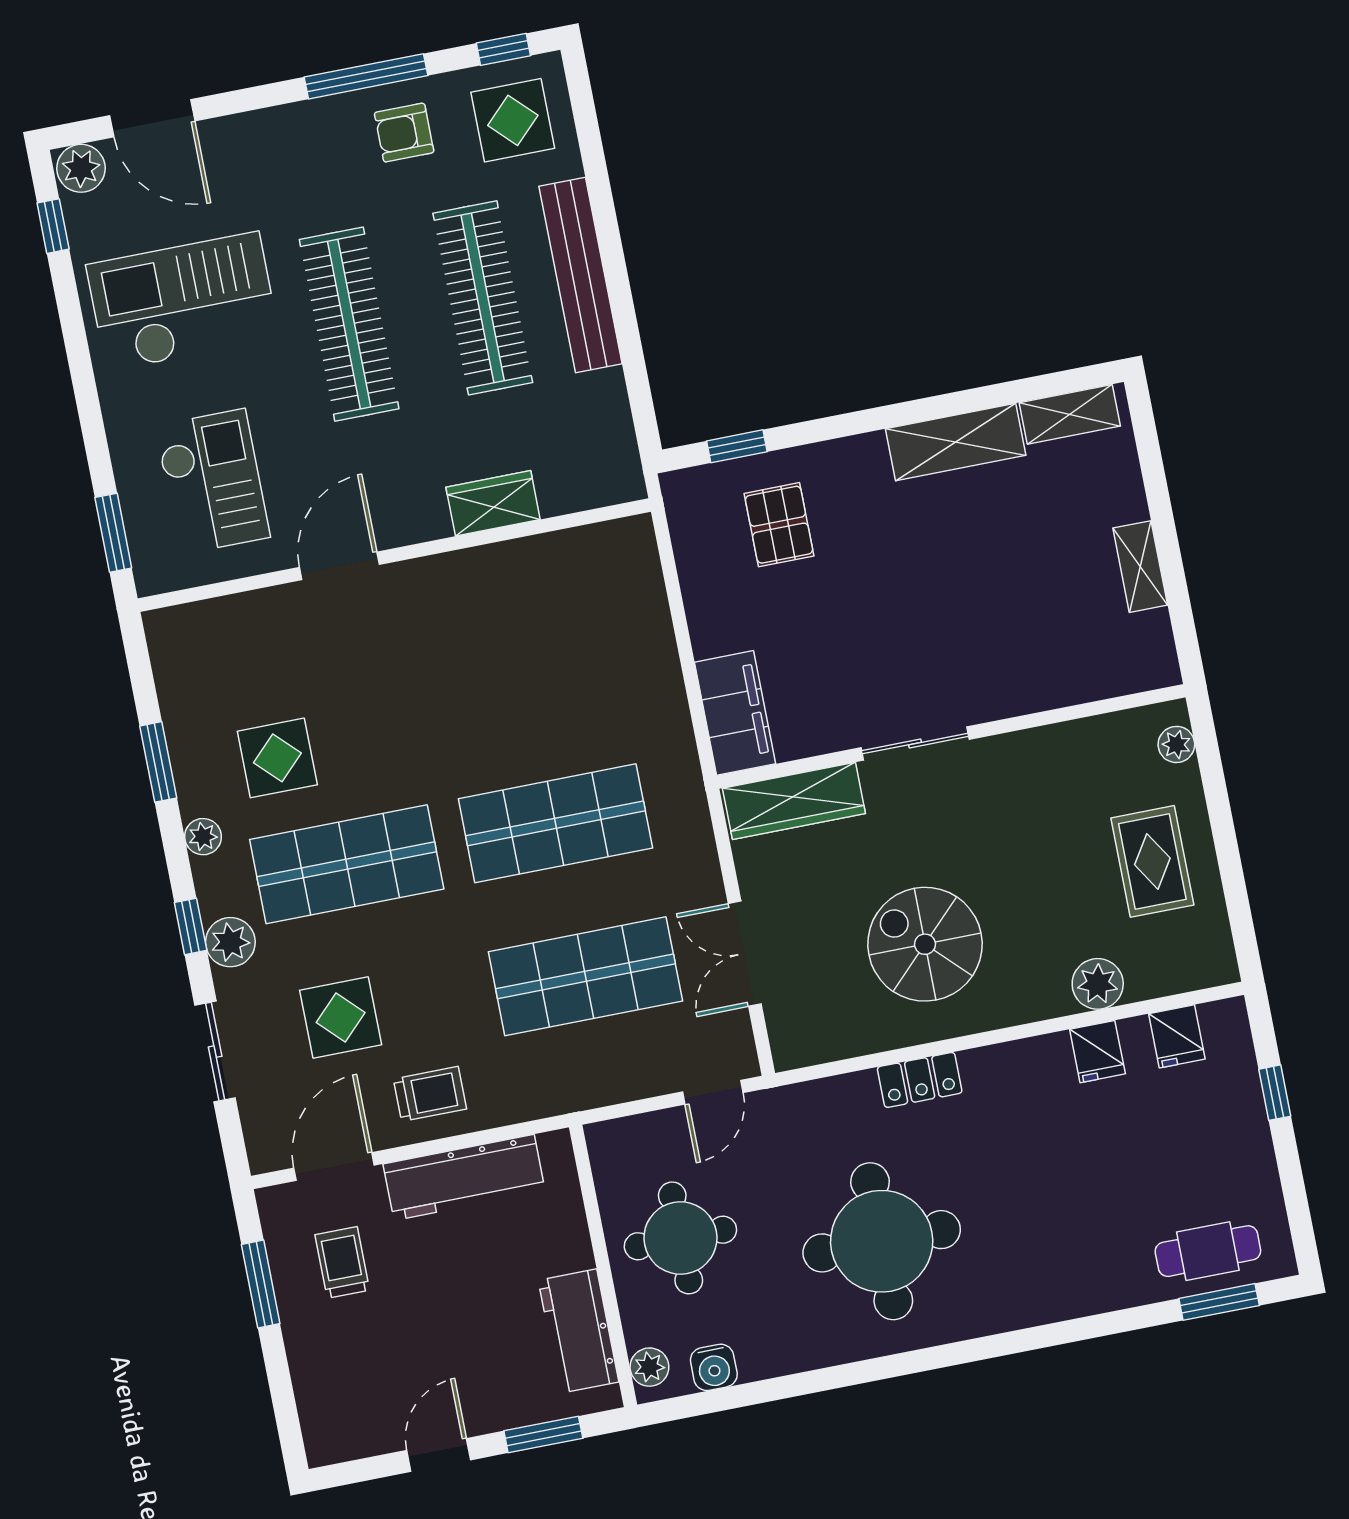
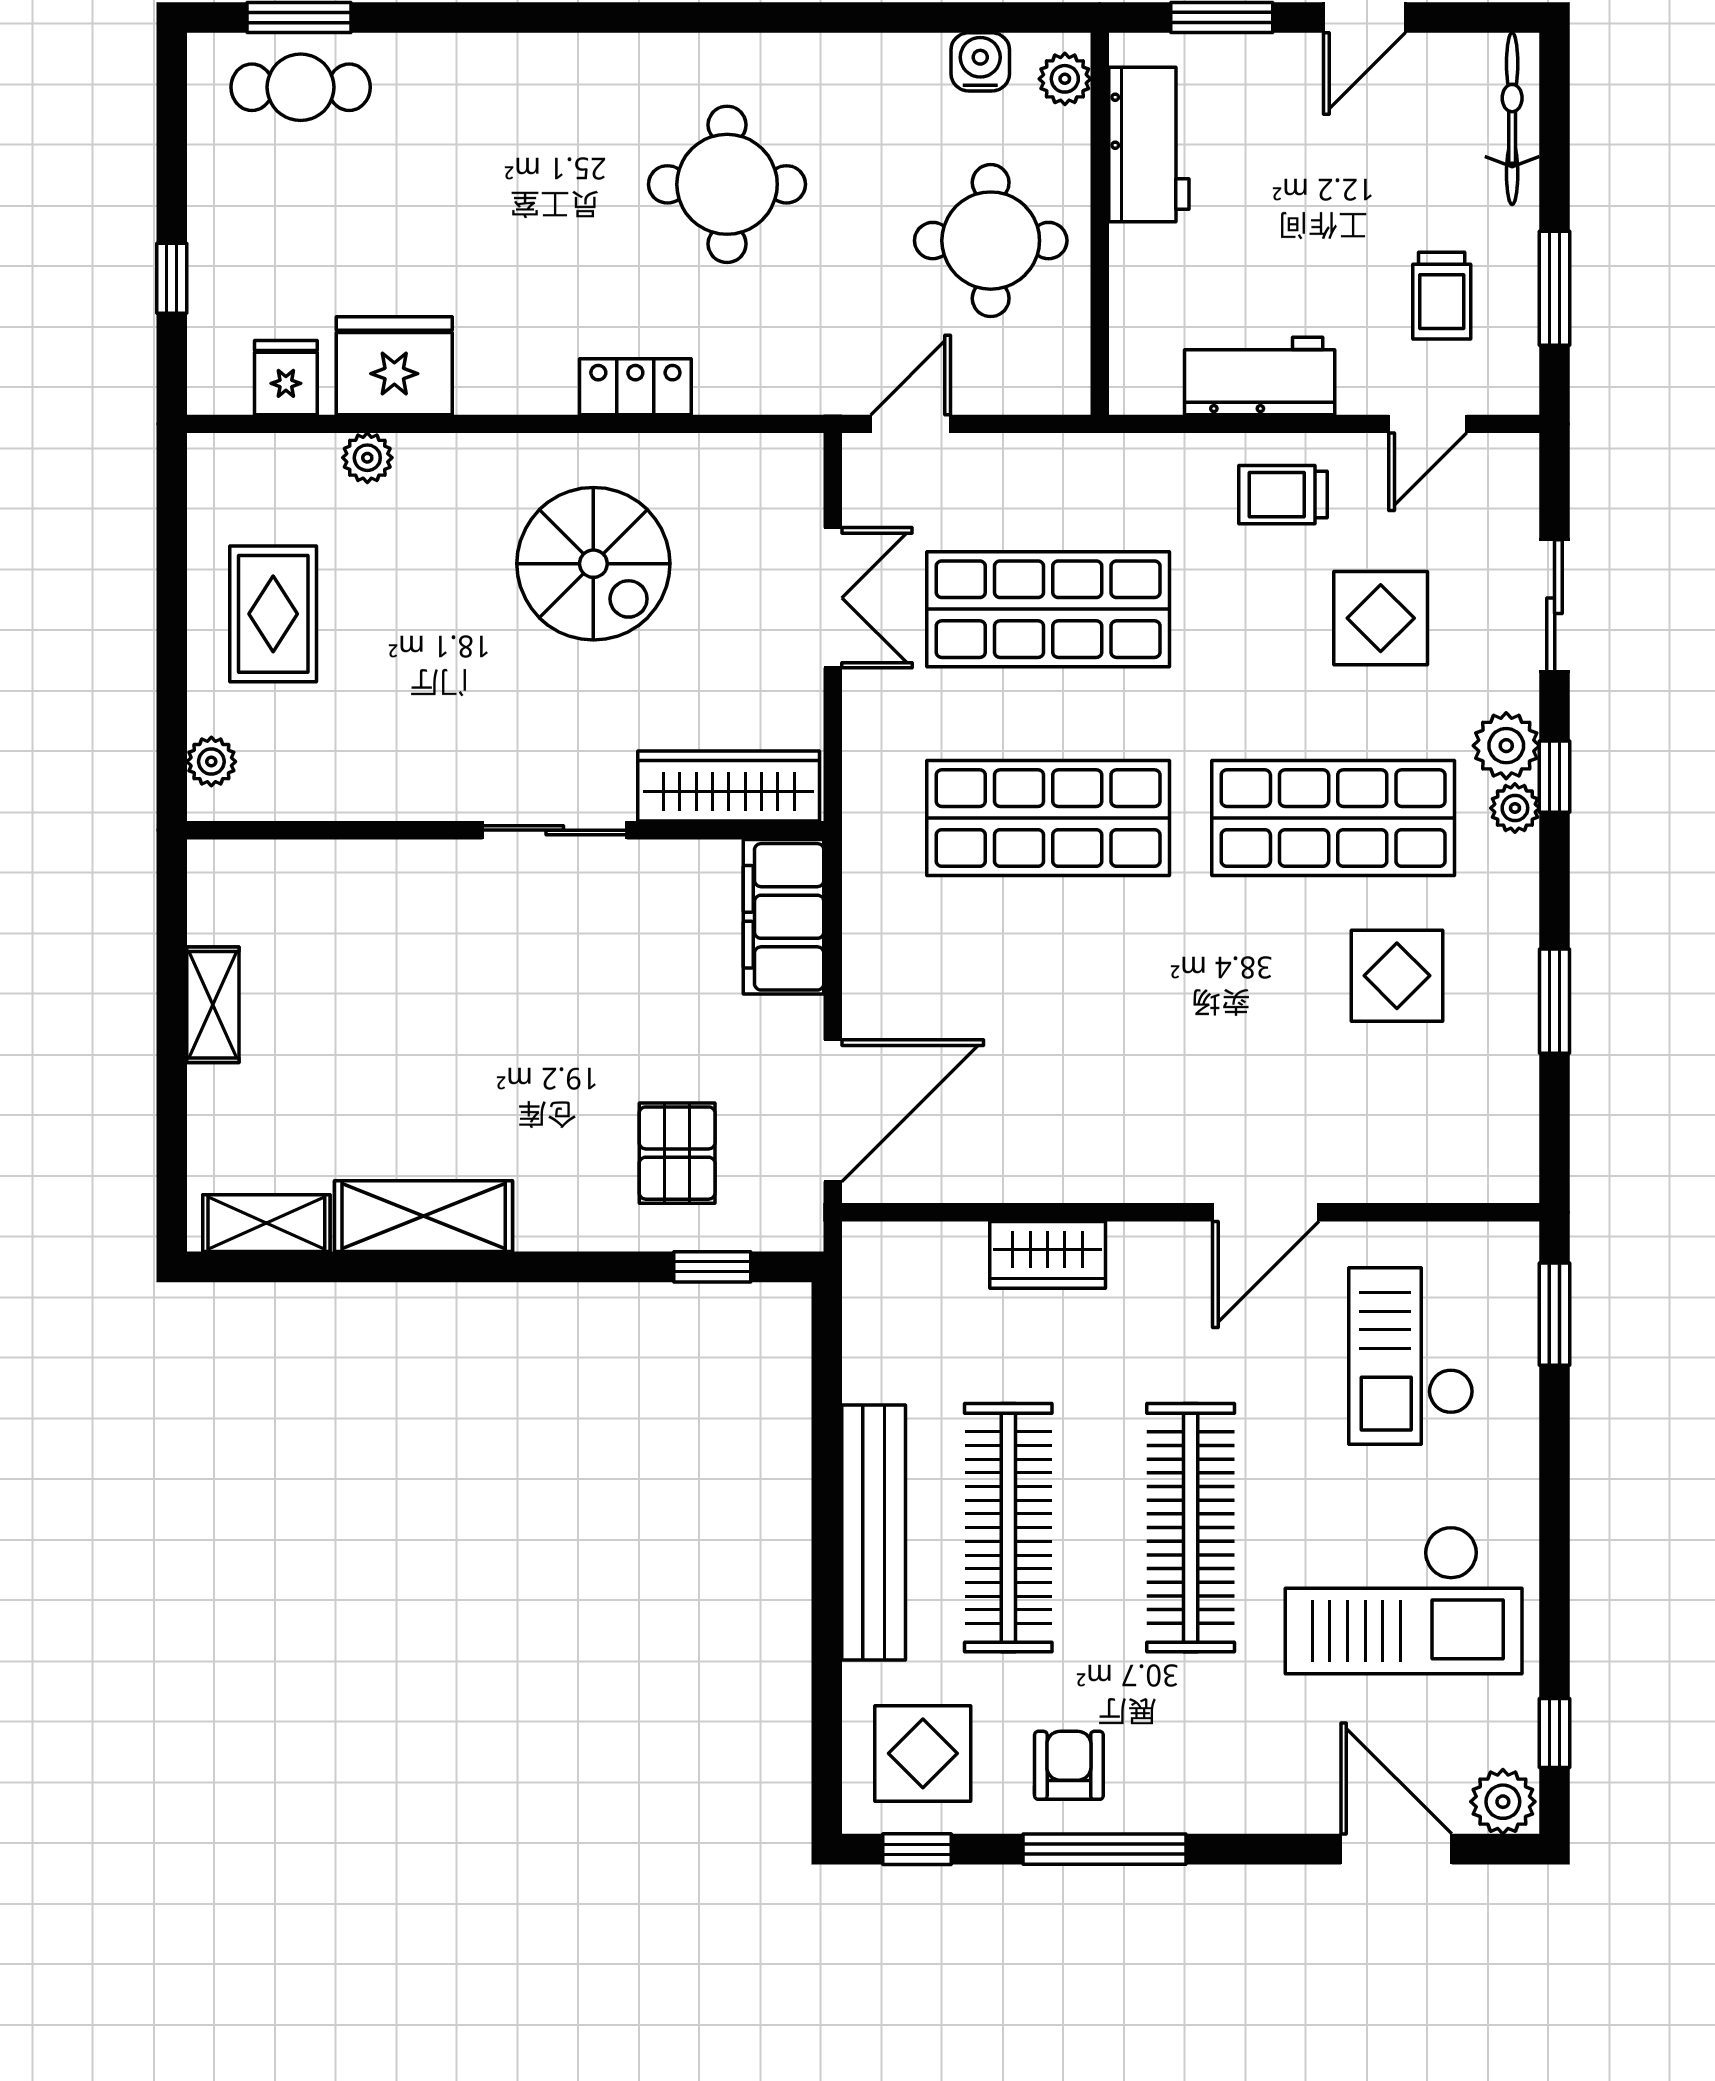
armchair: (404, 133) -> (1069, 1765), turned -90
door: (671, 578) -> (833, 1111), added
plant: (203, 837) -> (1515, 808), moved
plant: (1098, 984) -> (367, 458), width x0.73, depth x0.73
fridge: (1097, 1052) -> (394, 366), width x1.88, depth x1.34
door: (334, 1167) -> (1428, 424), width x0.73
workbench: (464, 1177) -> (1260, 376), width x0.73
round table: (882, 1241) -> (727, 184), width x0.73, depth x0.73
bicycle: (316, 1402) -> (1512, 119), added

